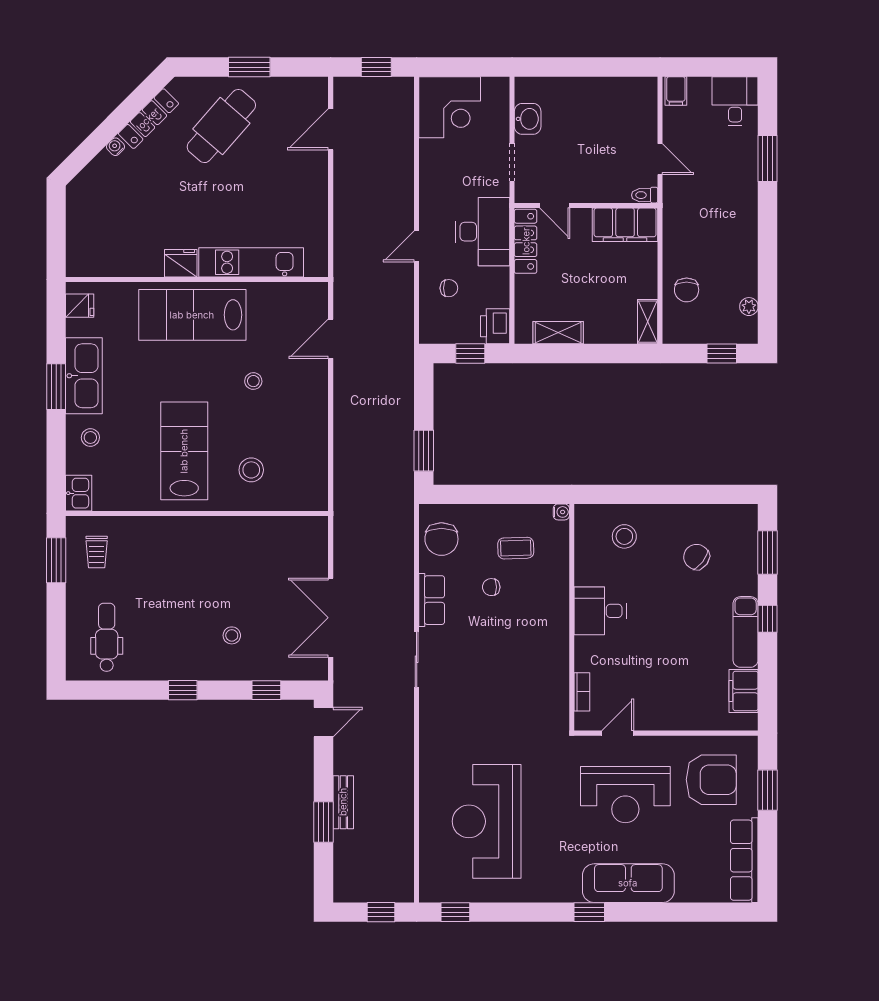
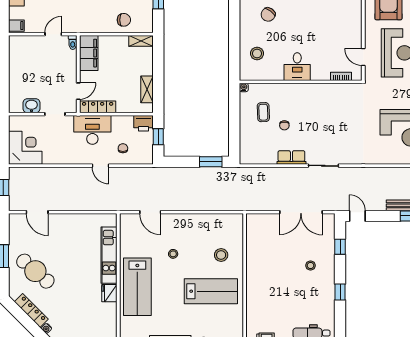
lab bench: (184, 451) -> (211, 291), turned 180
chair: (441, 539) -> (258, 152), removed

